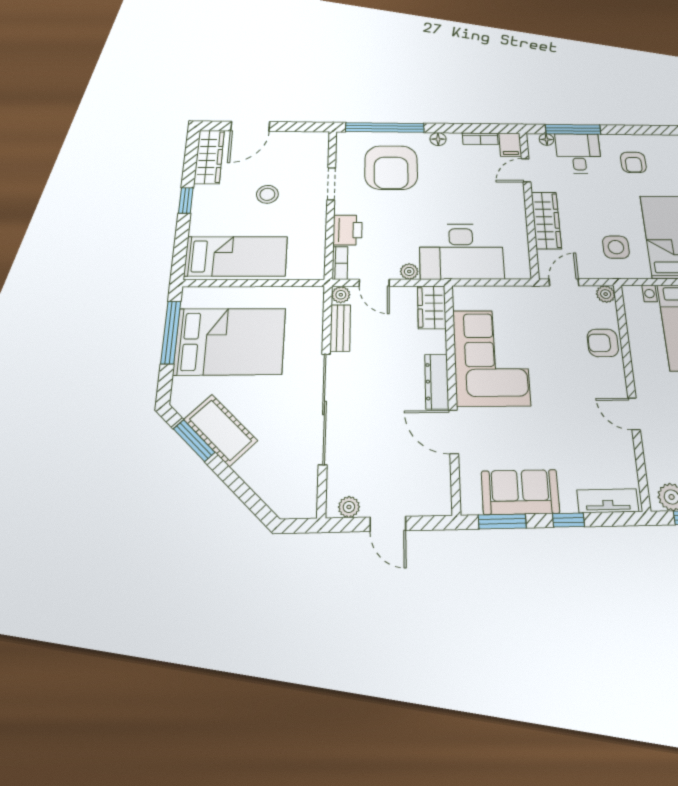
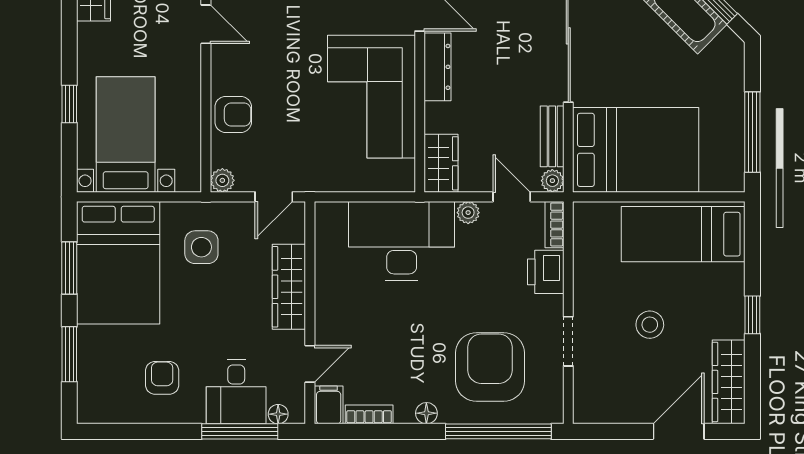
bed: (230, 341) -> (636, 150), moved, turned 180

